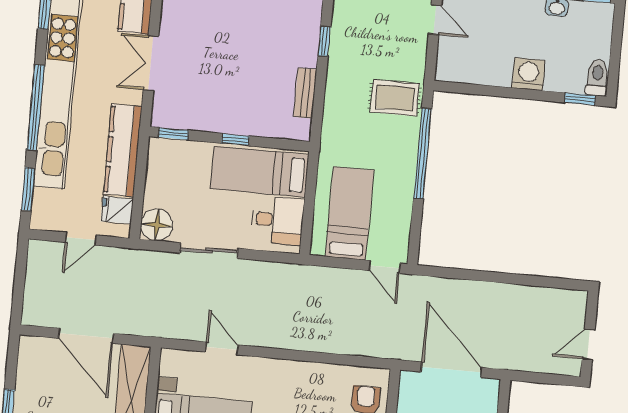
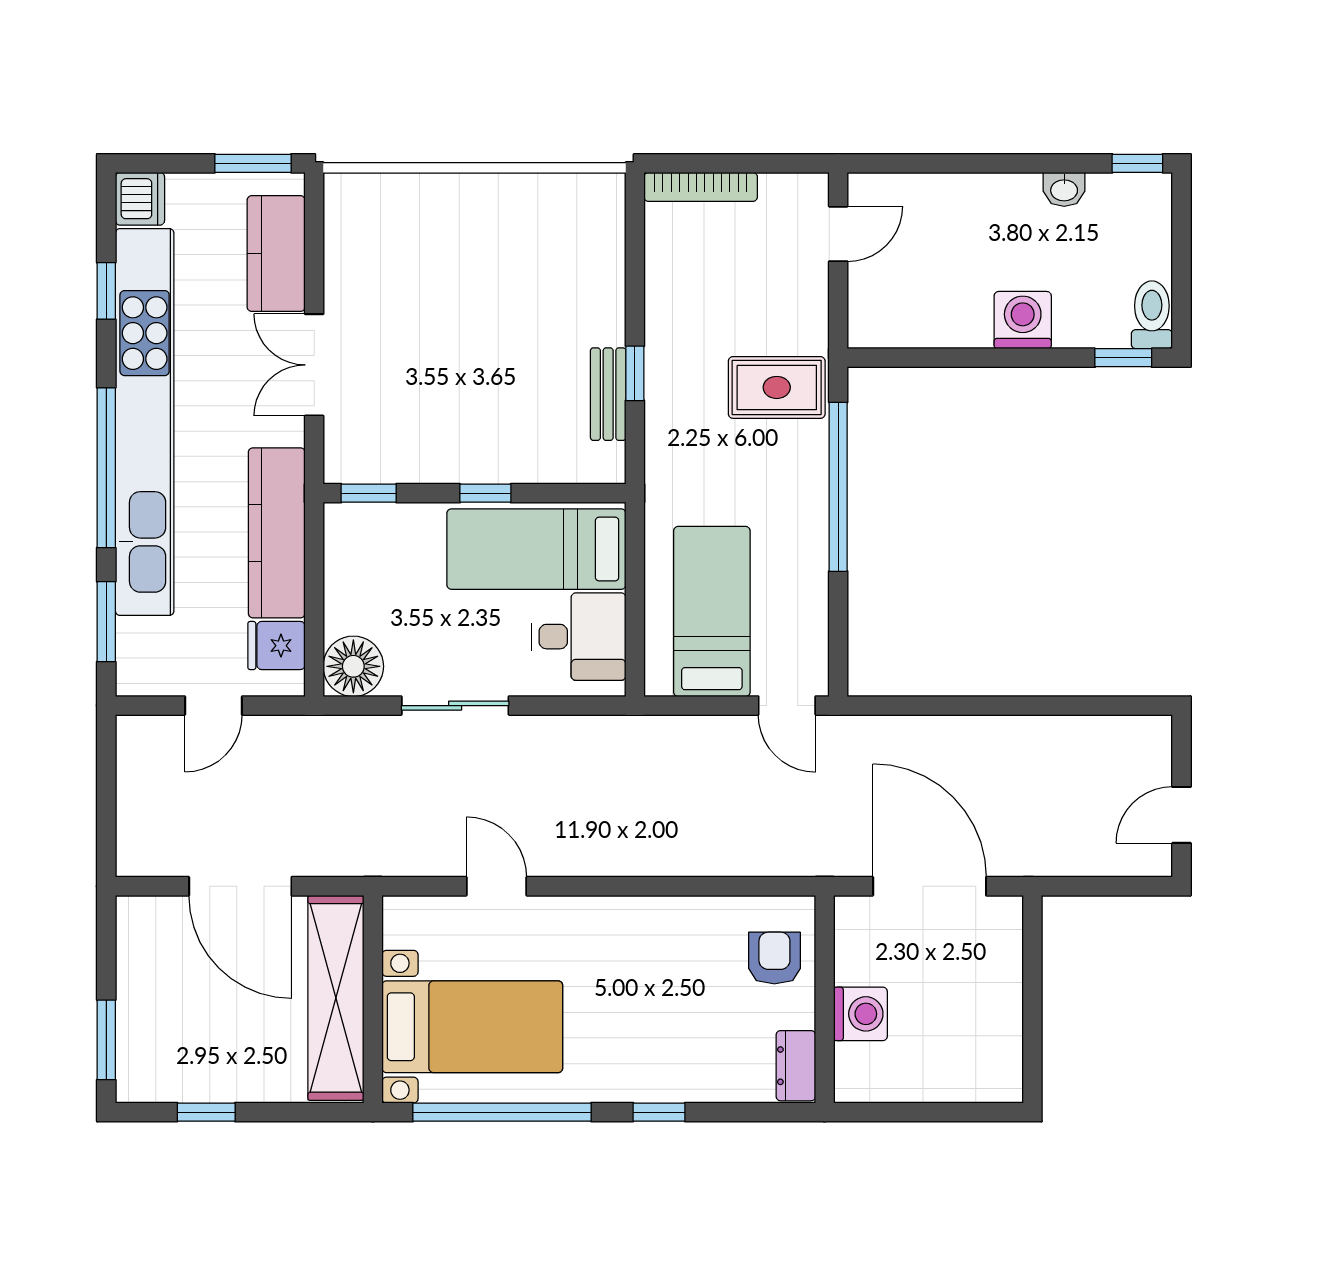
door: (435, 19) -> (838, 234), hinge flipped
window: (324, 41) -> (635, 373), moved

